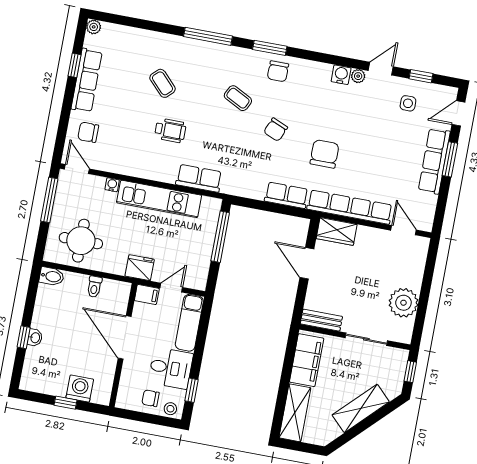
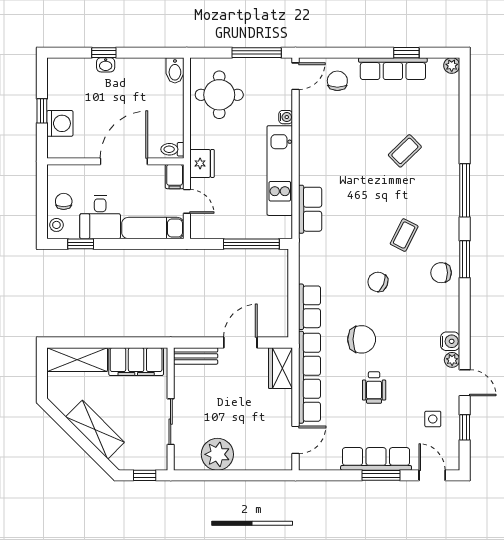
wheelchair: (170, 130) -> (374, 387), moved
toilet: (94, 287) -> (172, 149), moved
bench: (321, 320) -> (196, 356), moved, turned 90

